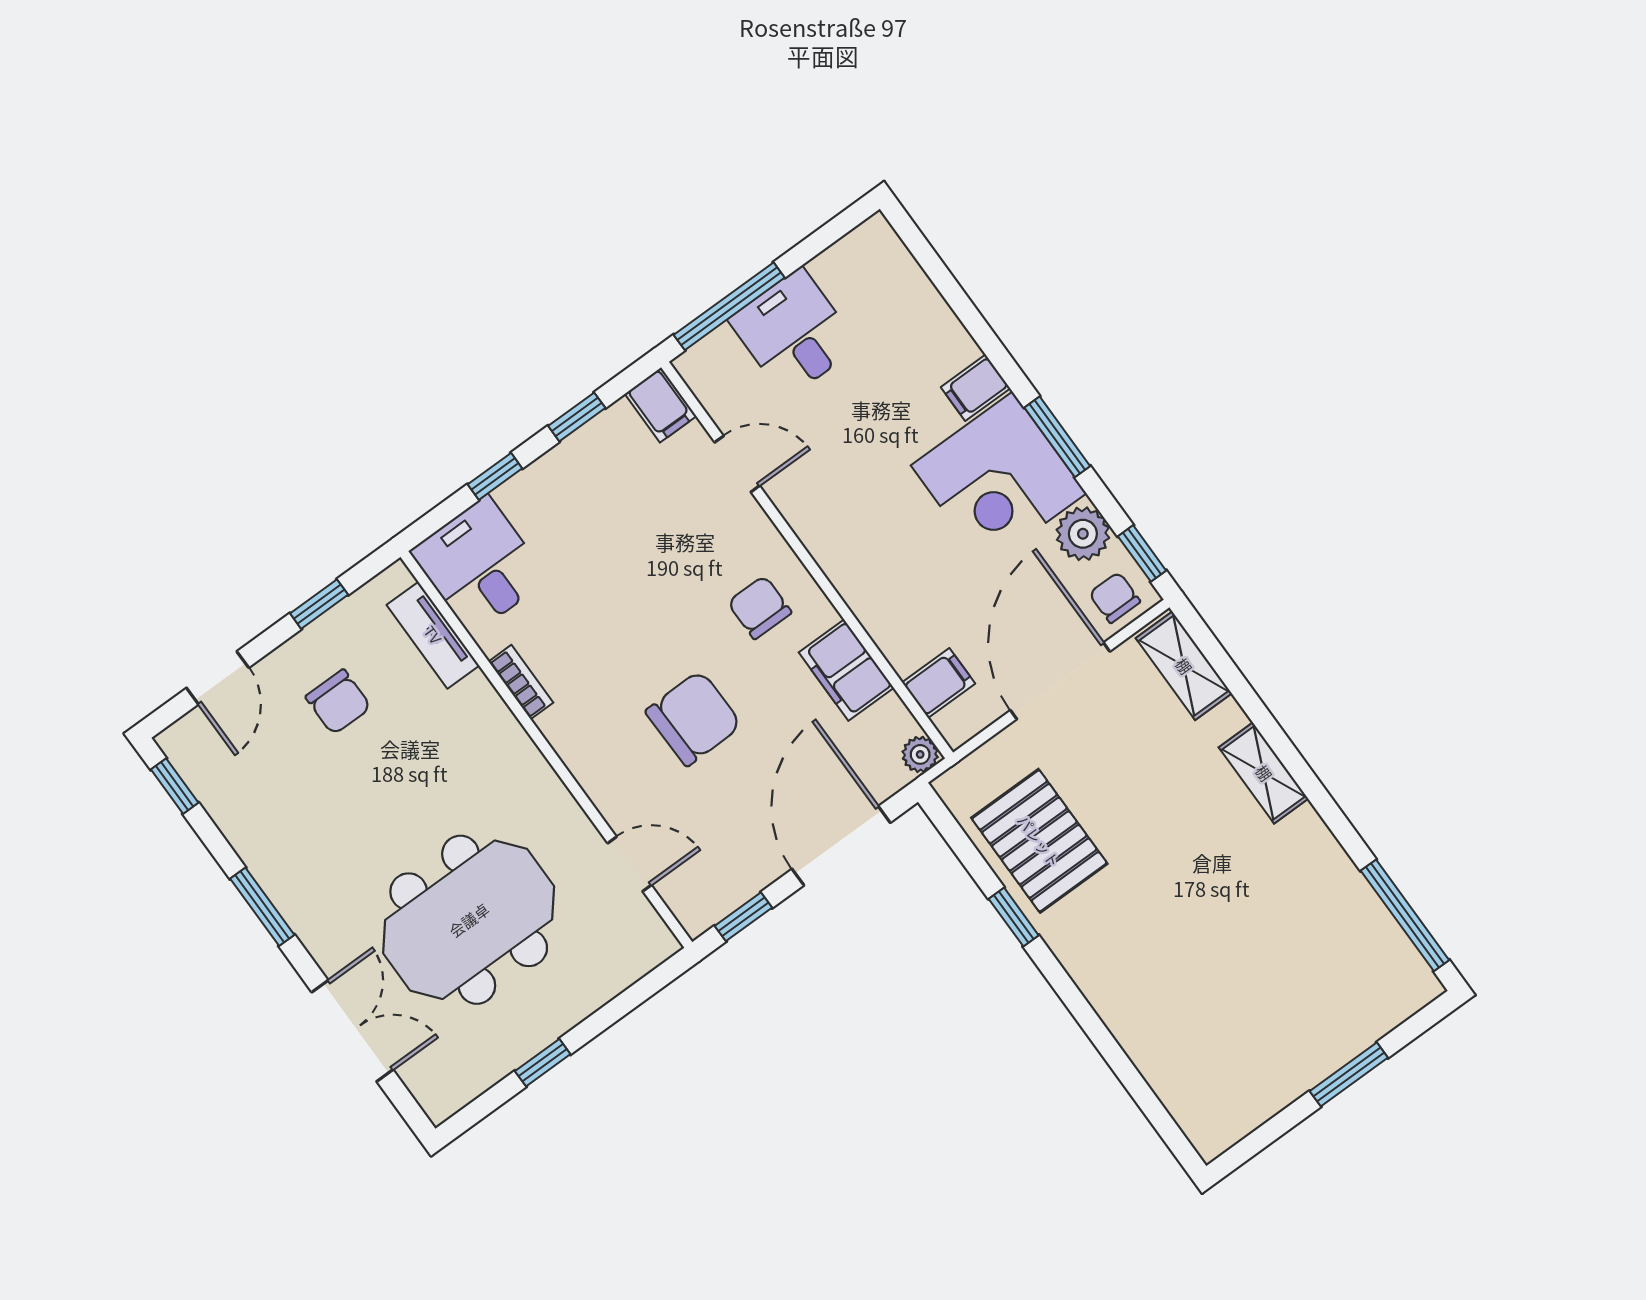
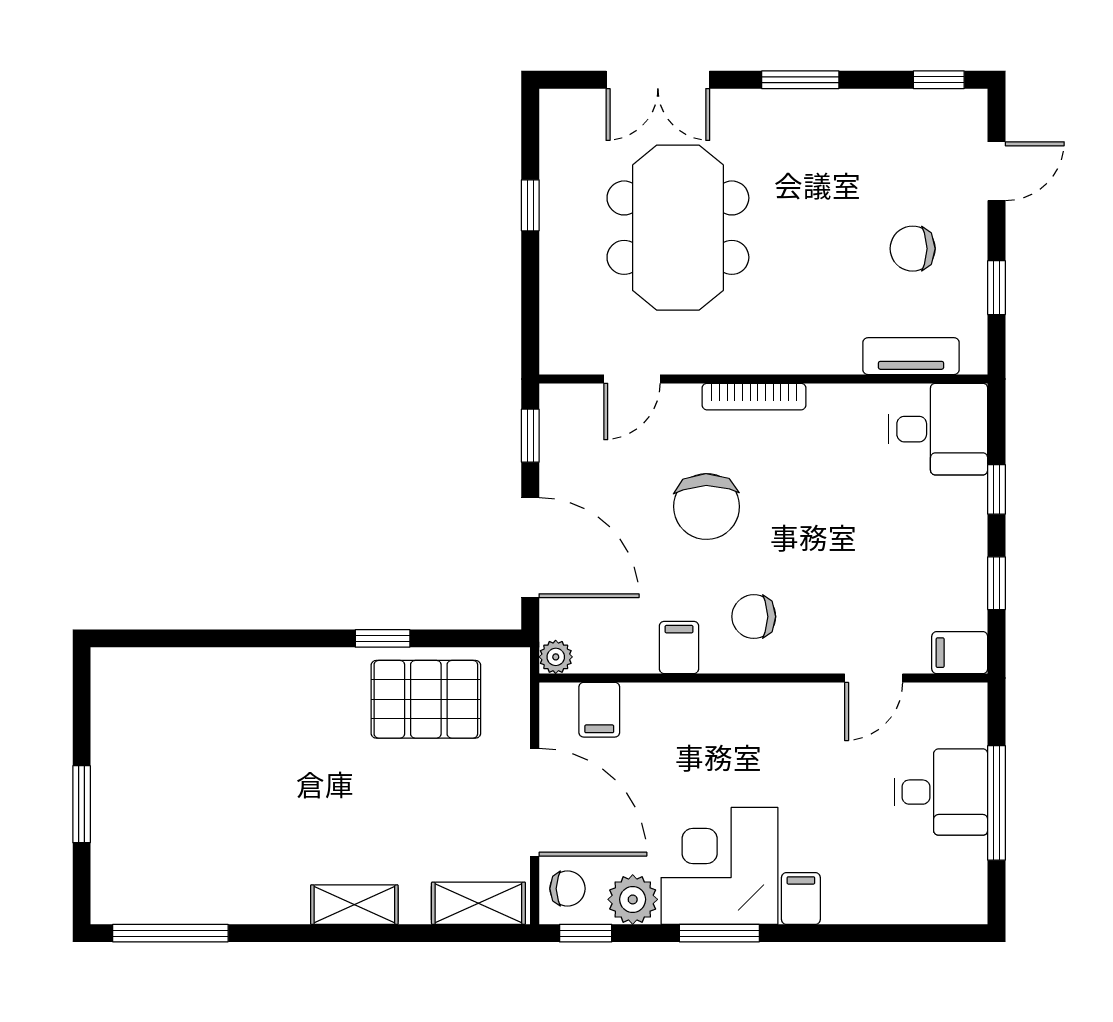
window: (729, 306) -> (997, 803), moved
chair: (760, 607) -> (754, 617), turned 180
filing cabinet: (846, 670) -> (679, 647), width x0.50
door: (218, 678) -> (997, 171), swing flipped
bookcase: (521, 682) -> (754, 397), moved, width x1.56

